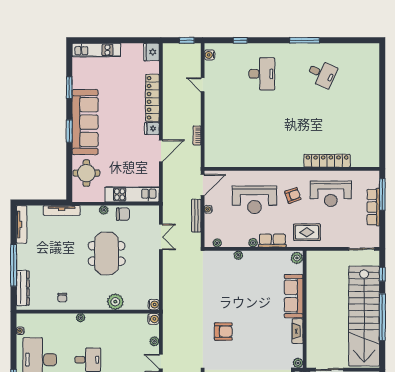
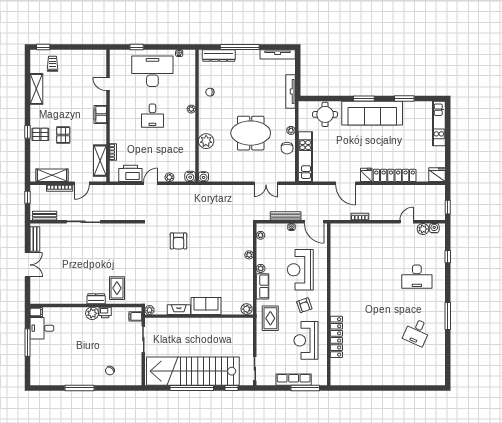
plant: (210, 67) -> (423, 229), added
sofa: (294, 296) -> (206, 306), width x0.73

